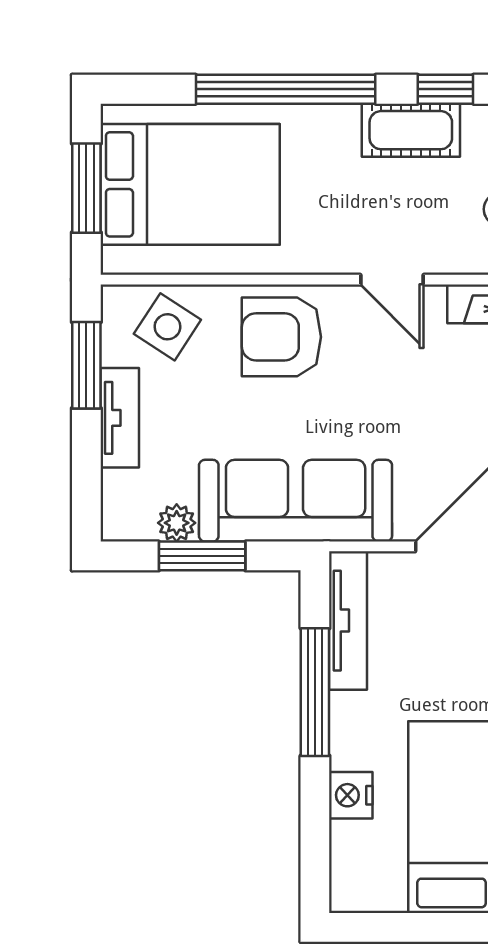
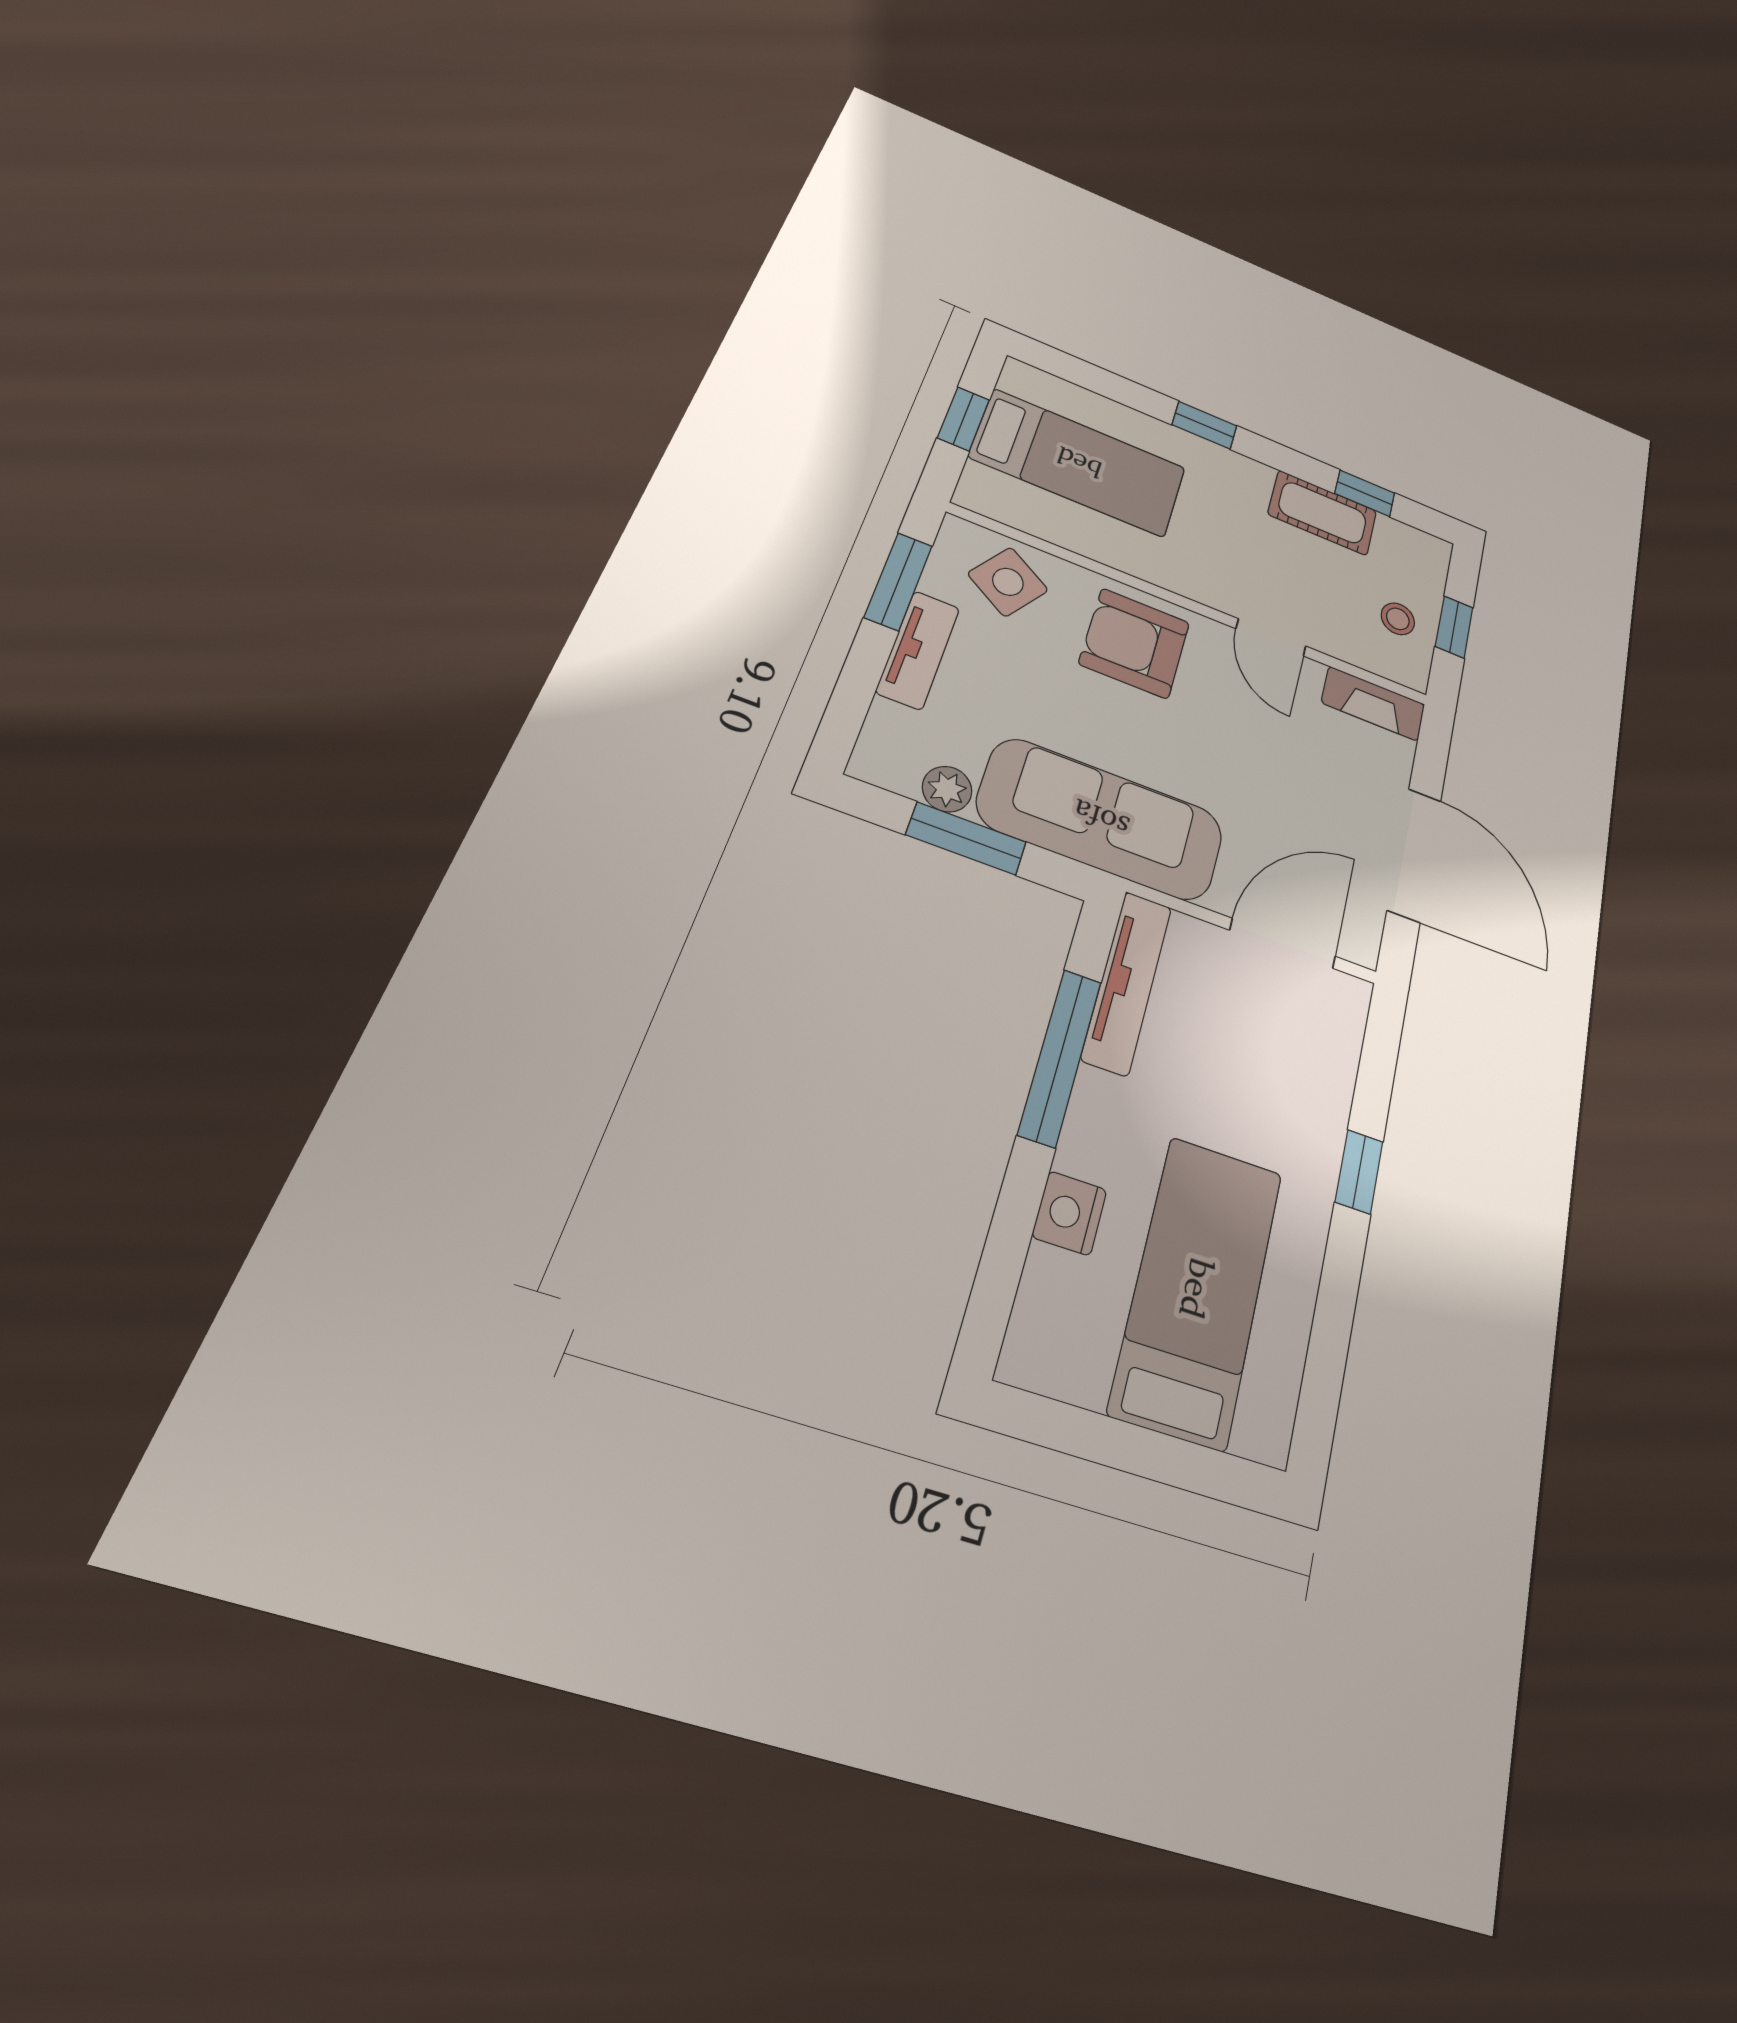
window: (286, 89) -> (1204, 425), width x0.32
bed: (190, 184) -> (1079, 463), width x0.67
window: (86, 188) -> (963, 419), width x0.67

